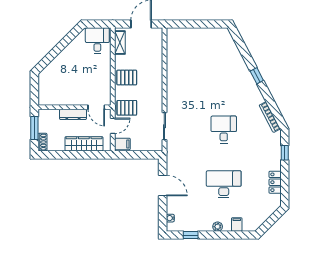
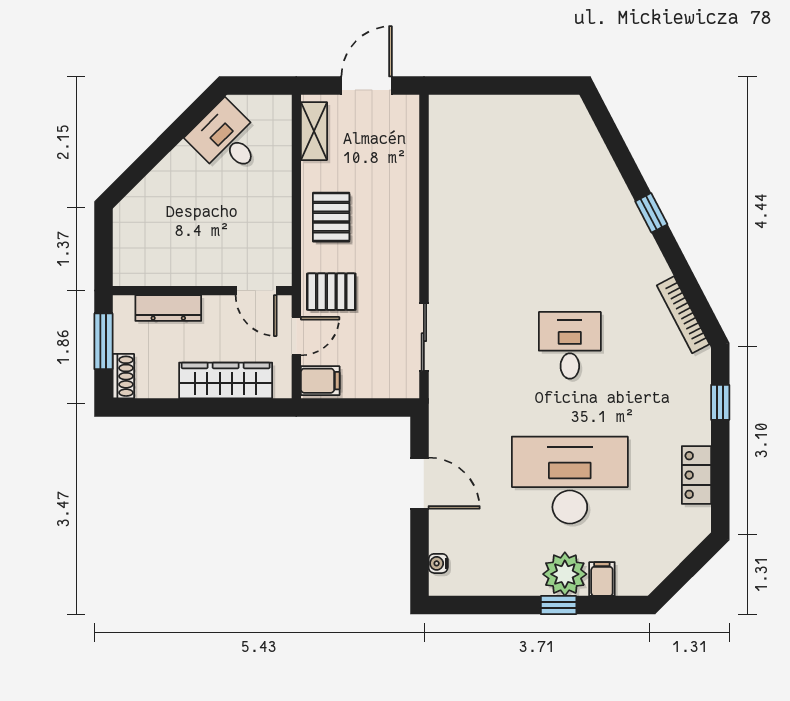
desk: (97, 41) -> (227, 139), moved, turned -45
pallet: (127, 77) -> (331, 217), turned 90
dresser: (73, 114) -> (168, 308), moved
desk: (224, 184) -> (570, 480), width x1.36, depth x1.30
plant: (218, 227) -> (565, 574), width x1.88, depth x1.88
window: (191, 235) -> (559, 605), moved

